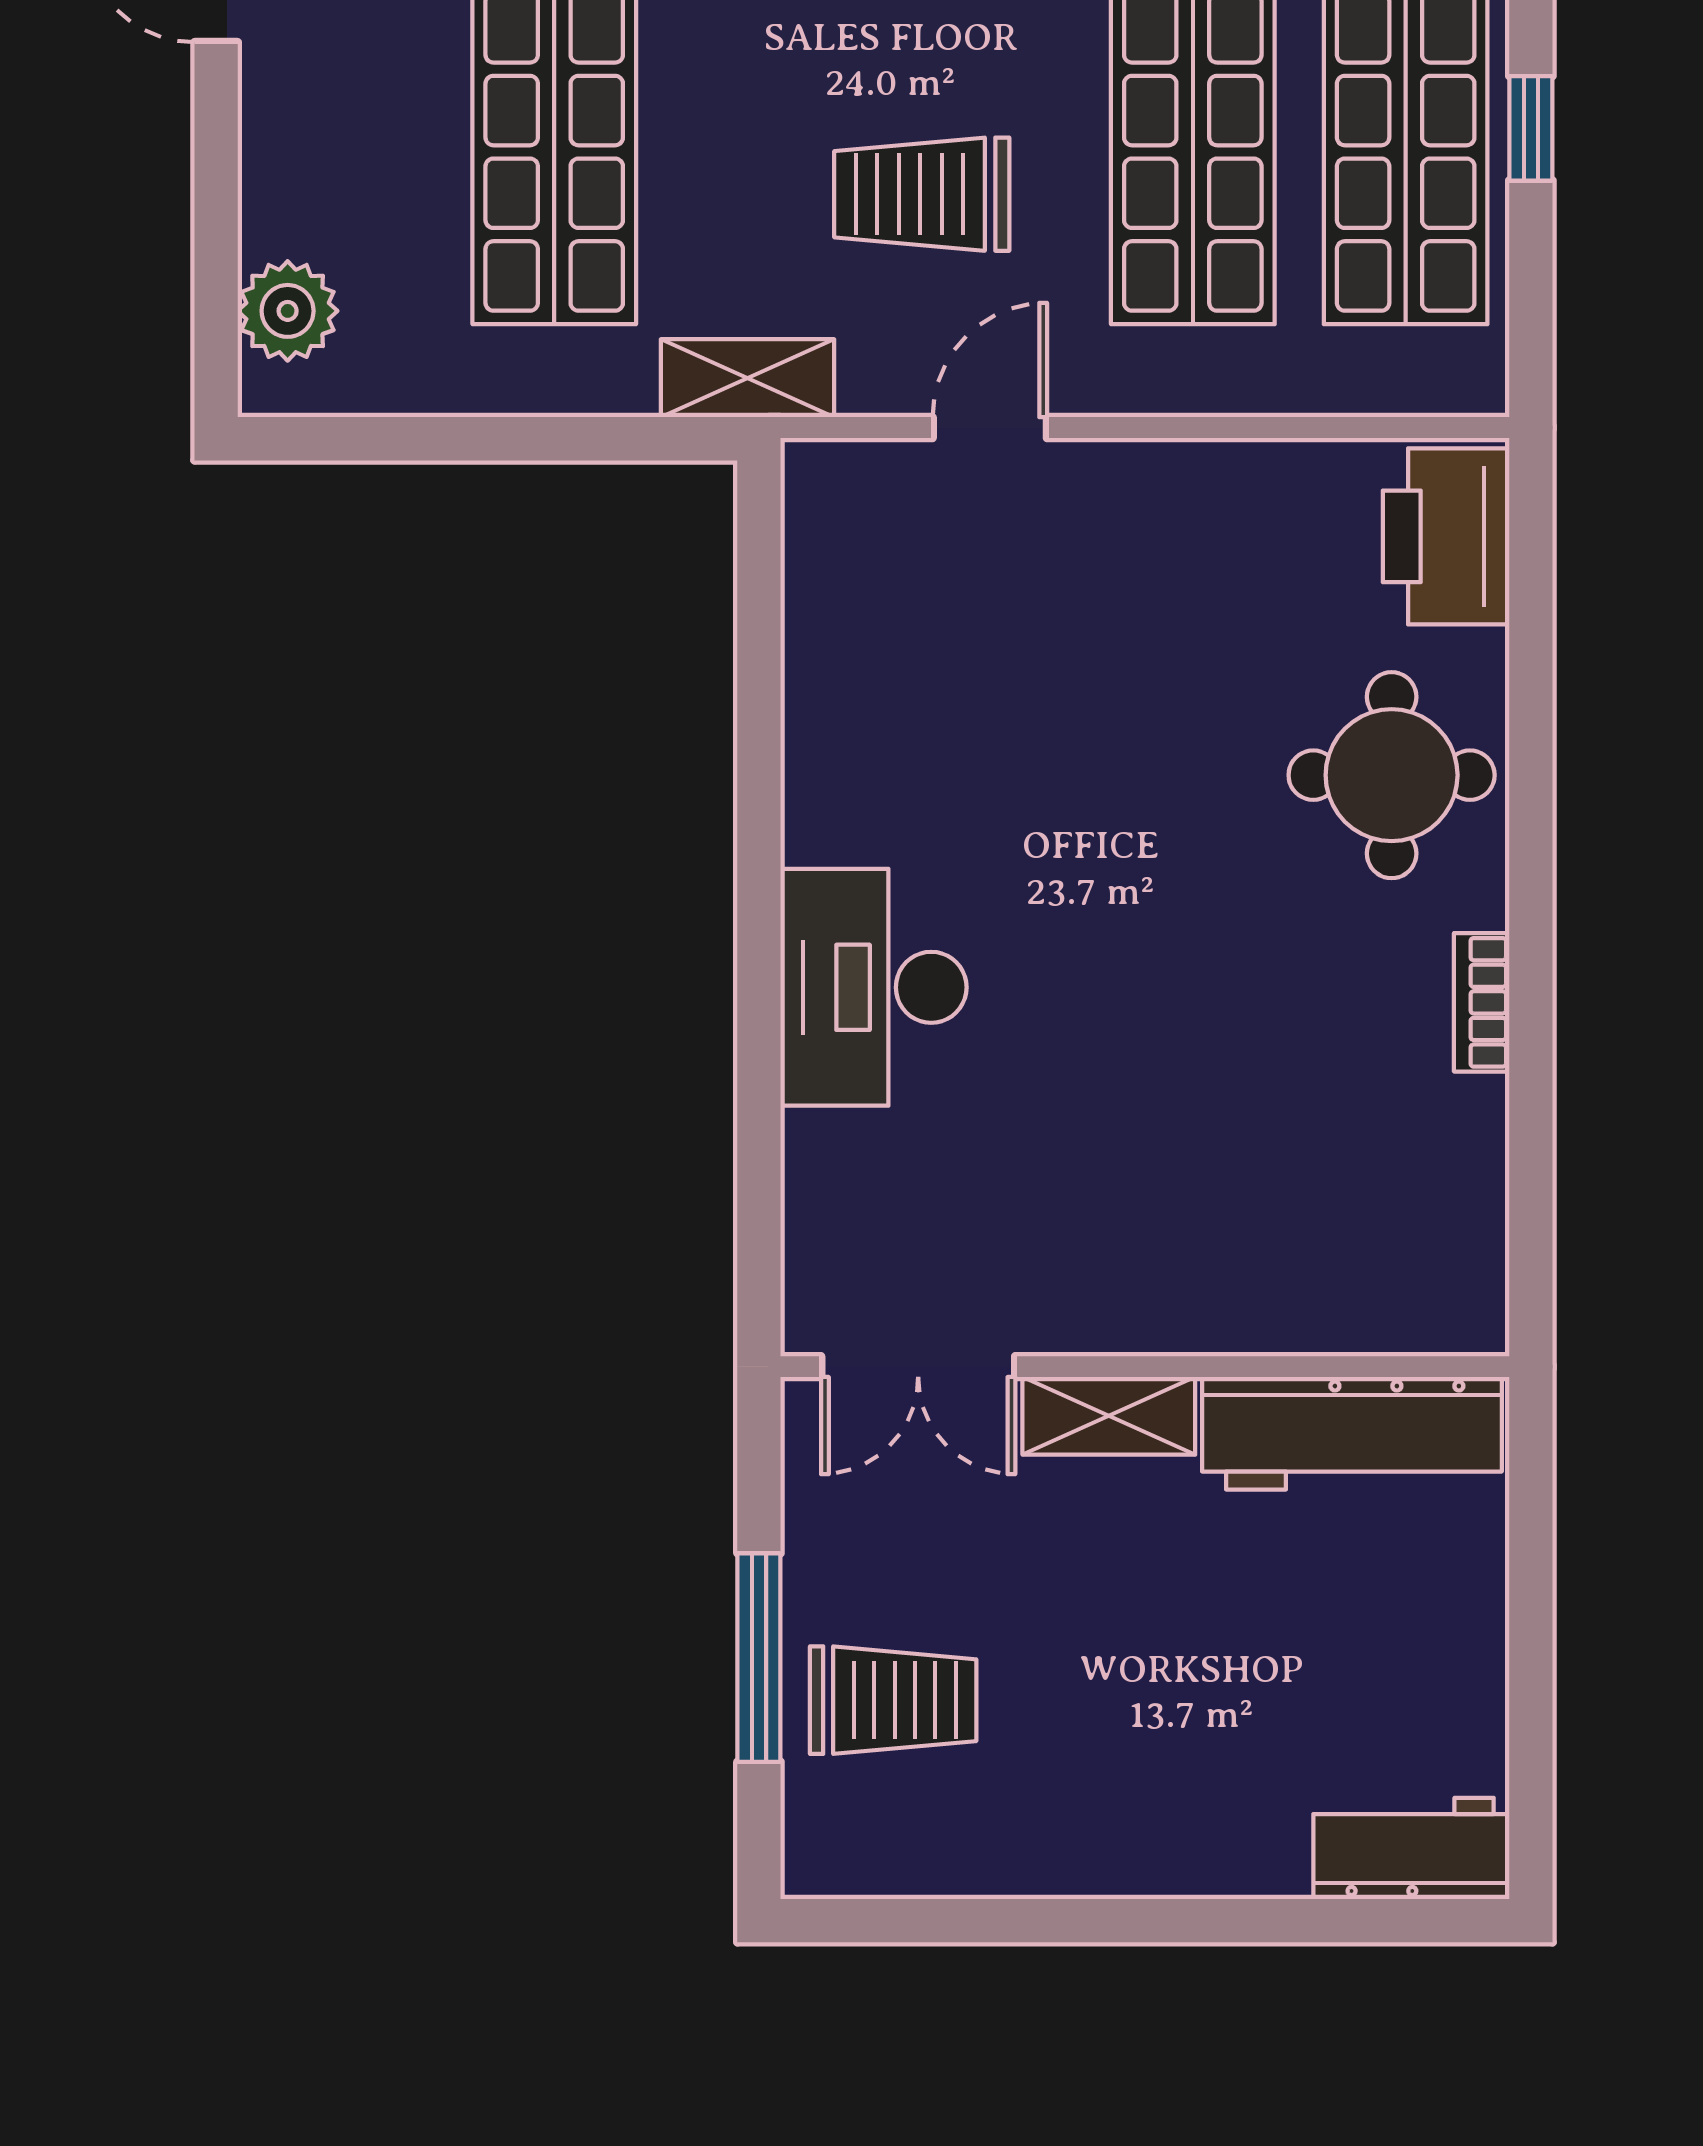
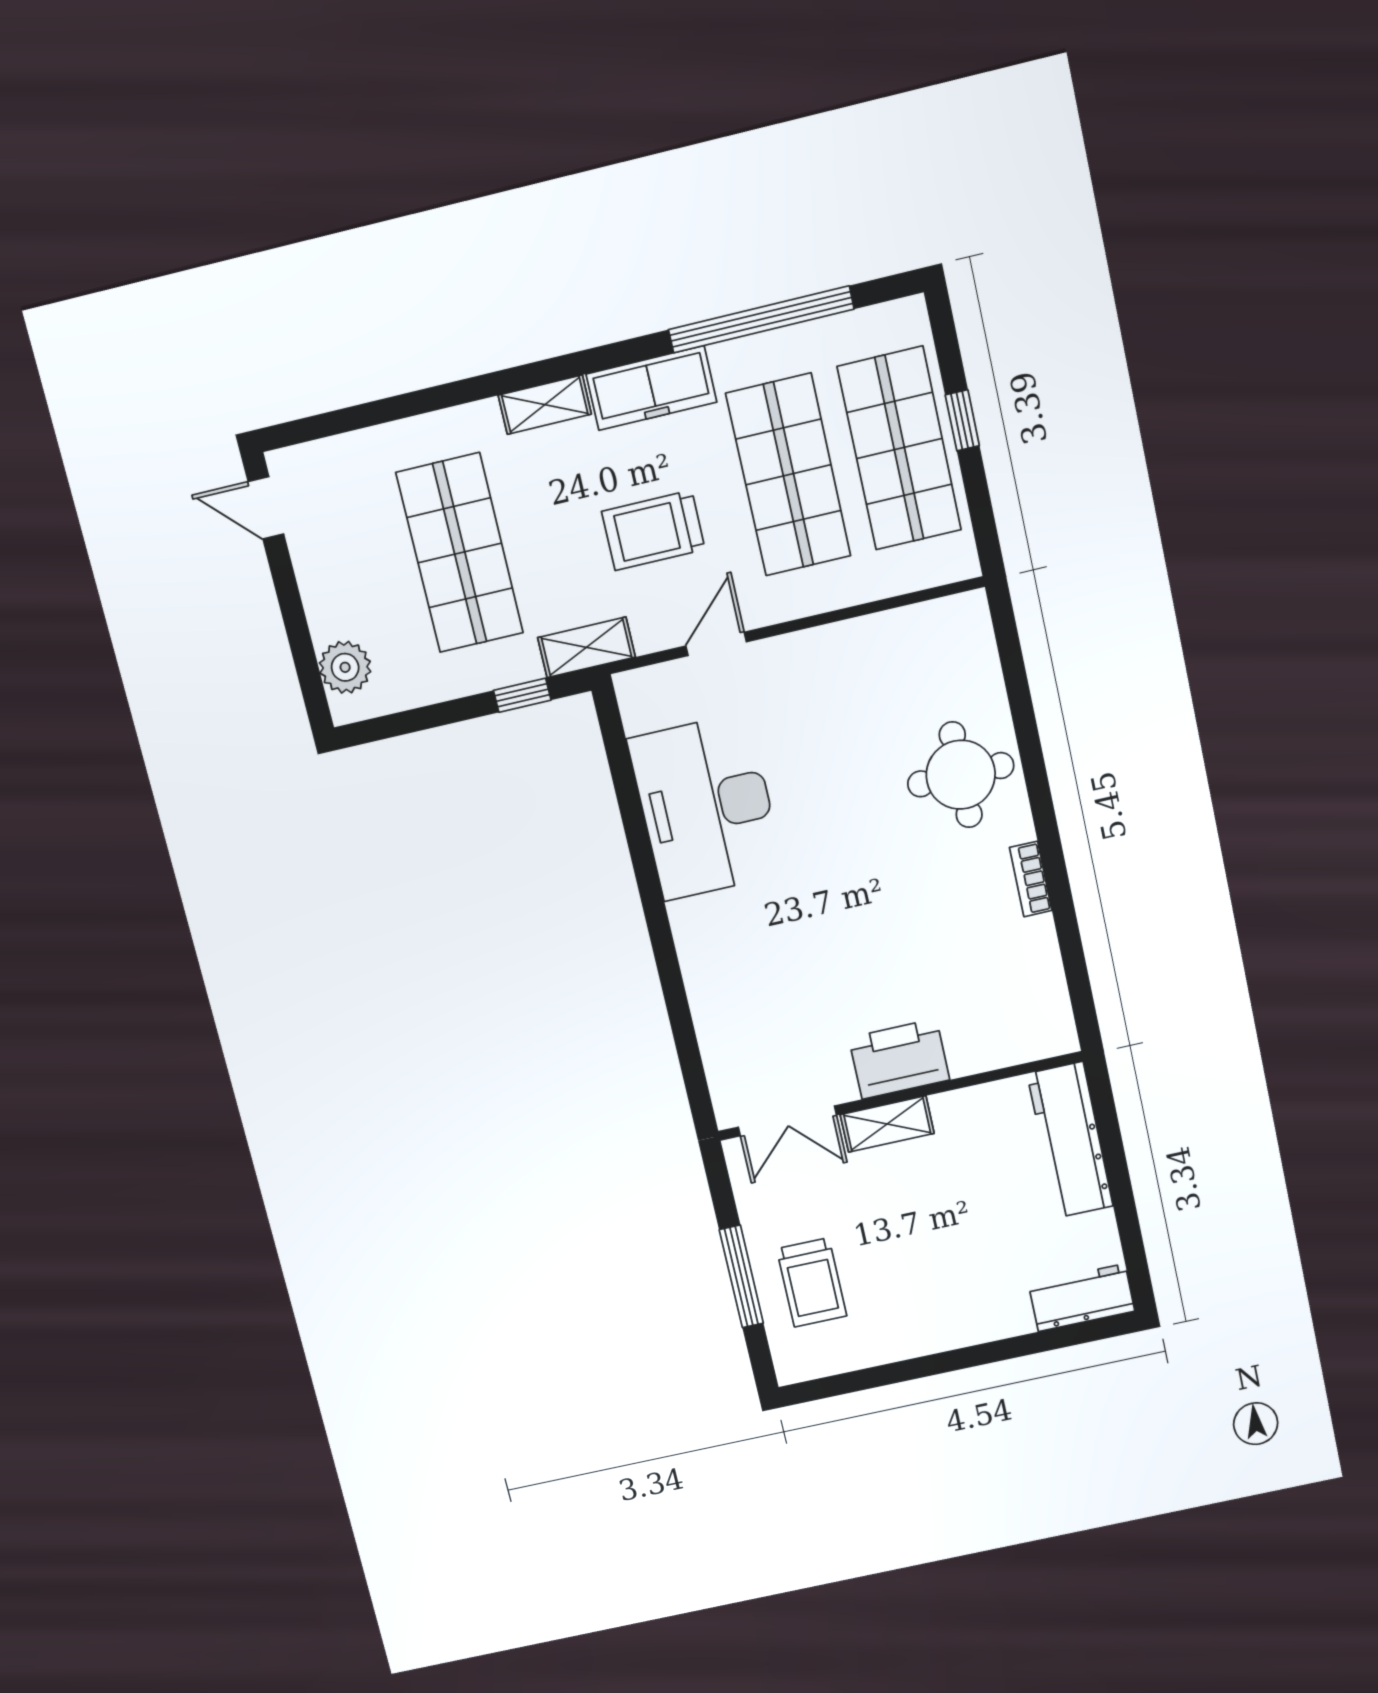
window: (606, 439) -> (522, 695), added
printer: (1446, 536) -> (899, 1059), moved, turned 90
desk: (874, 987) -> (706, 807), moved, width x1.36, depth x1.30
workbench: (1352, 1433) -> (1070, 1140), moved, turned 90
trolley: (893, 1700) -> (812, 1282), turned 90

